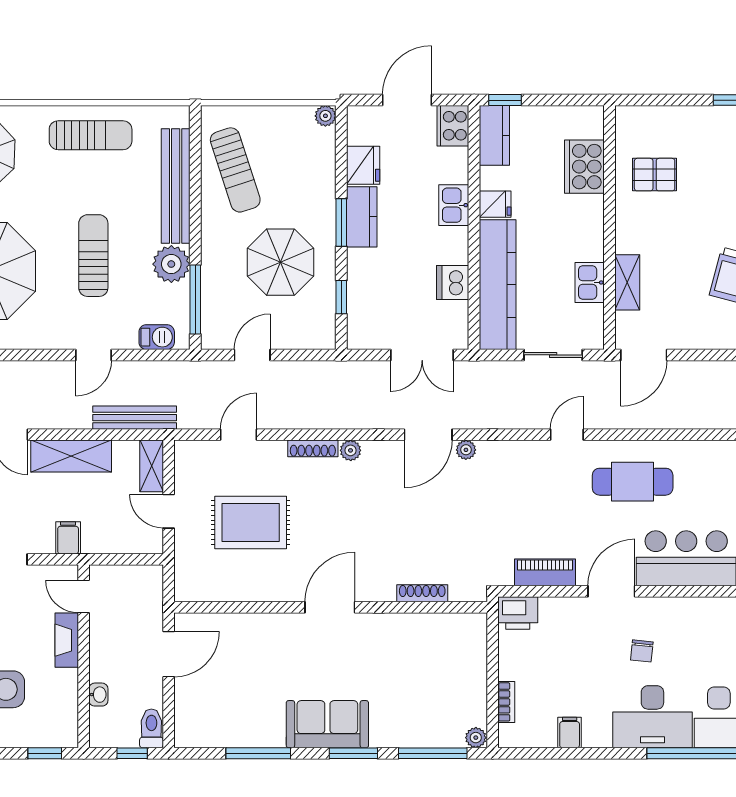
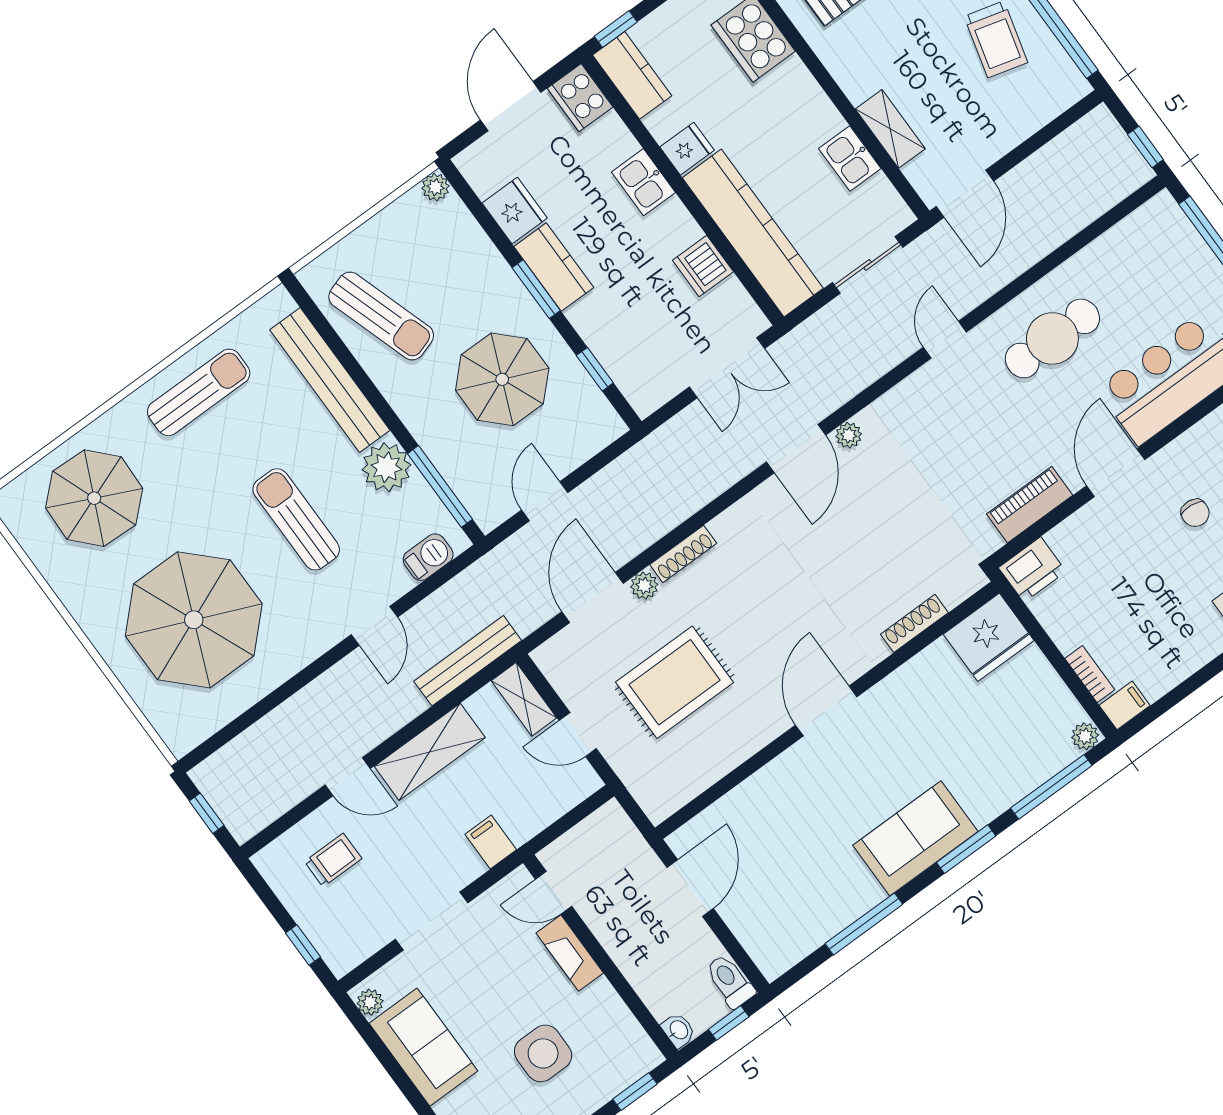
door: (238, 435) -> (593, 597), width x1.38
plant: (351, 450) -> (644, 586), moved
fridge: (461, 635) -> (989, 637), added
washbasin: (98, 695) -> (678, 1030), moved
filing cabinet: (570, 732) -> (1125, 705), moved, turned 90

